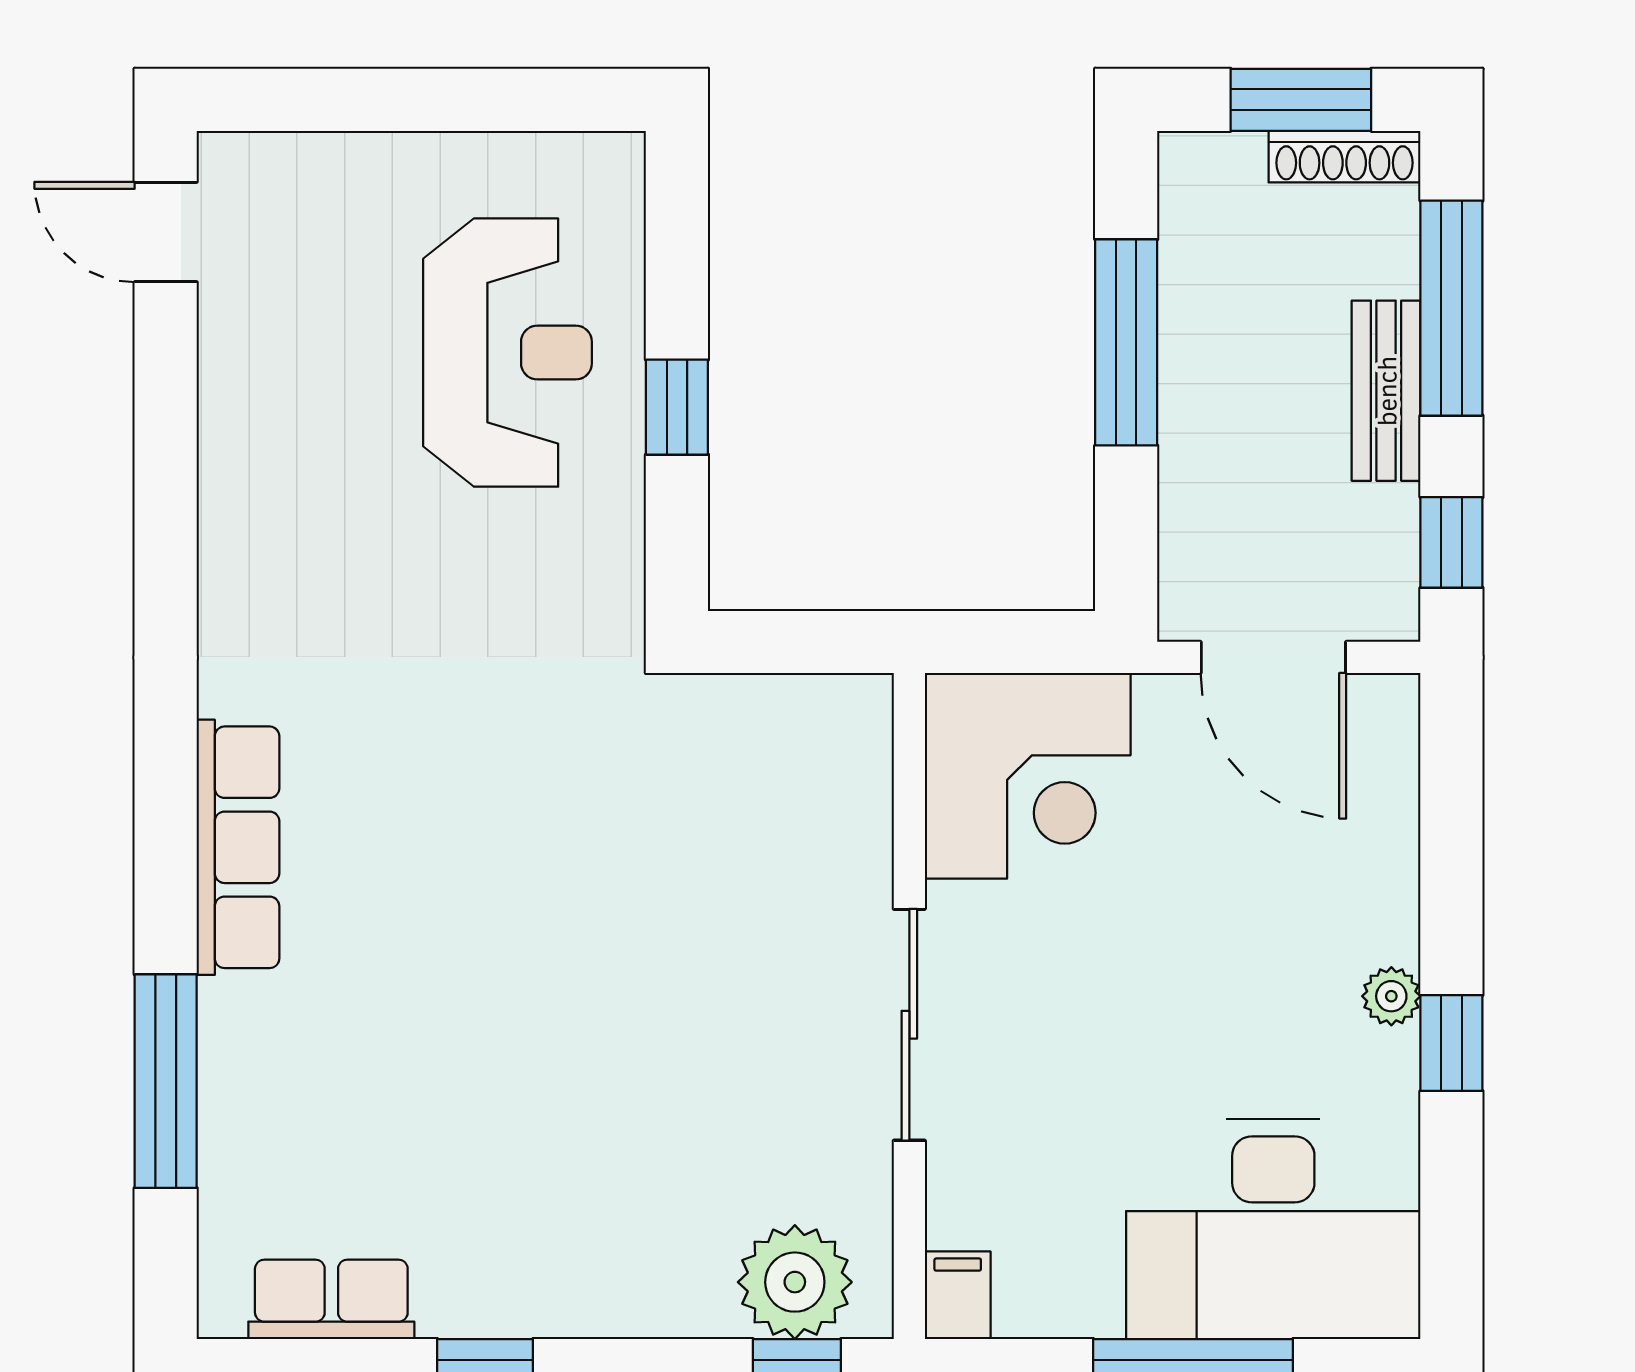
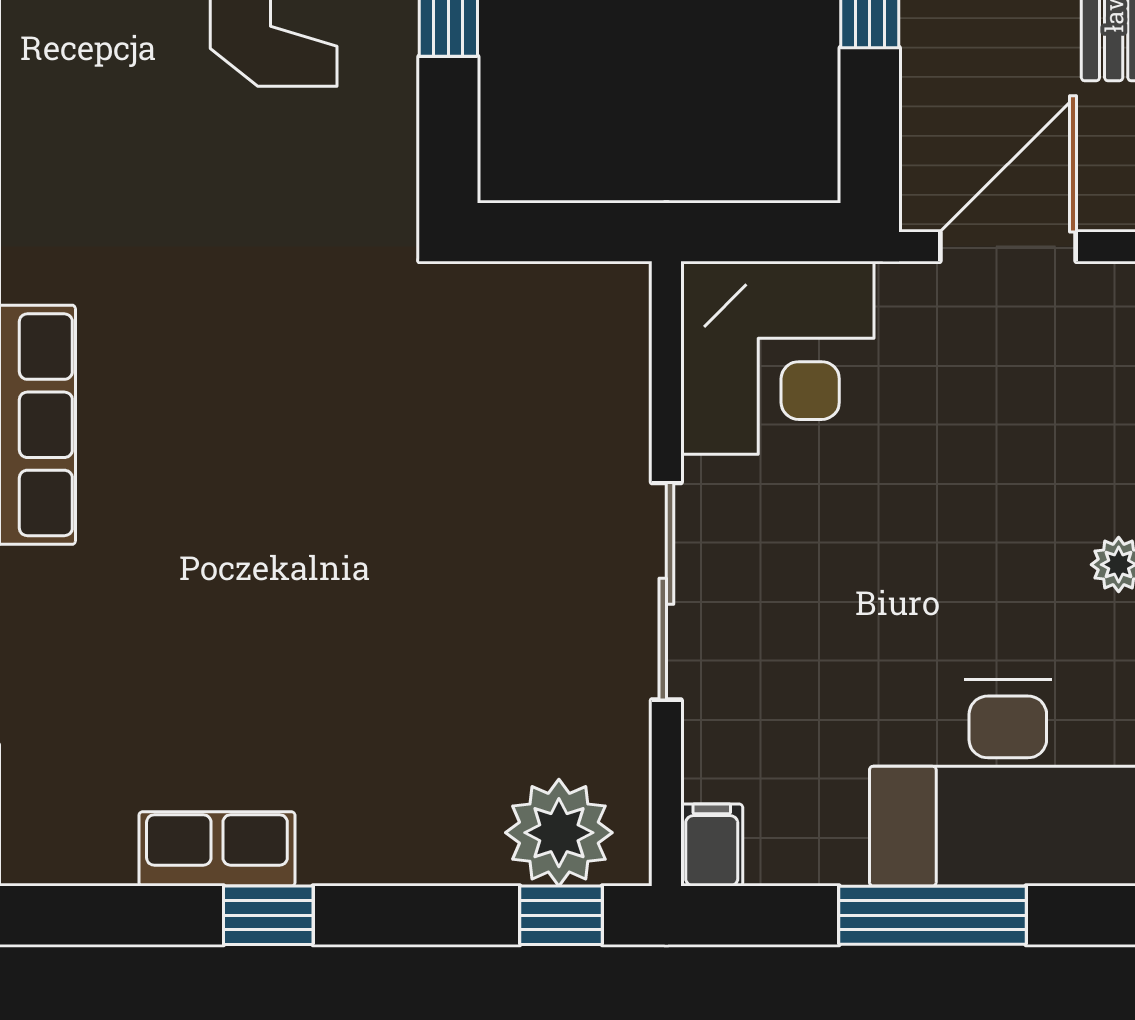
door: (1273, 657) -> (1008, 247), swing flipped
row of seats: (331, 1299) -> (217, 849), moved

